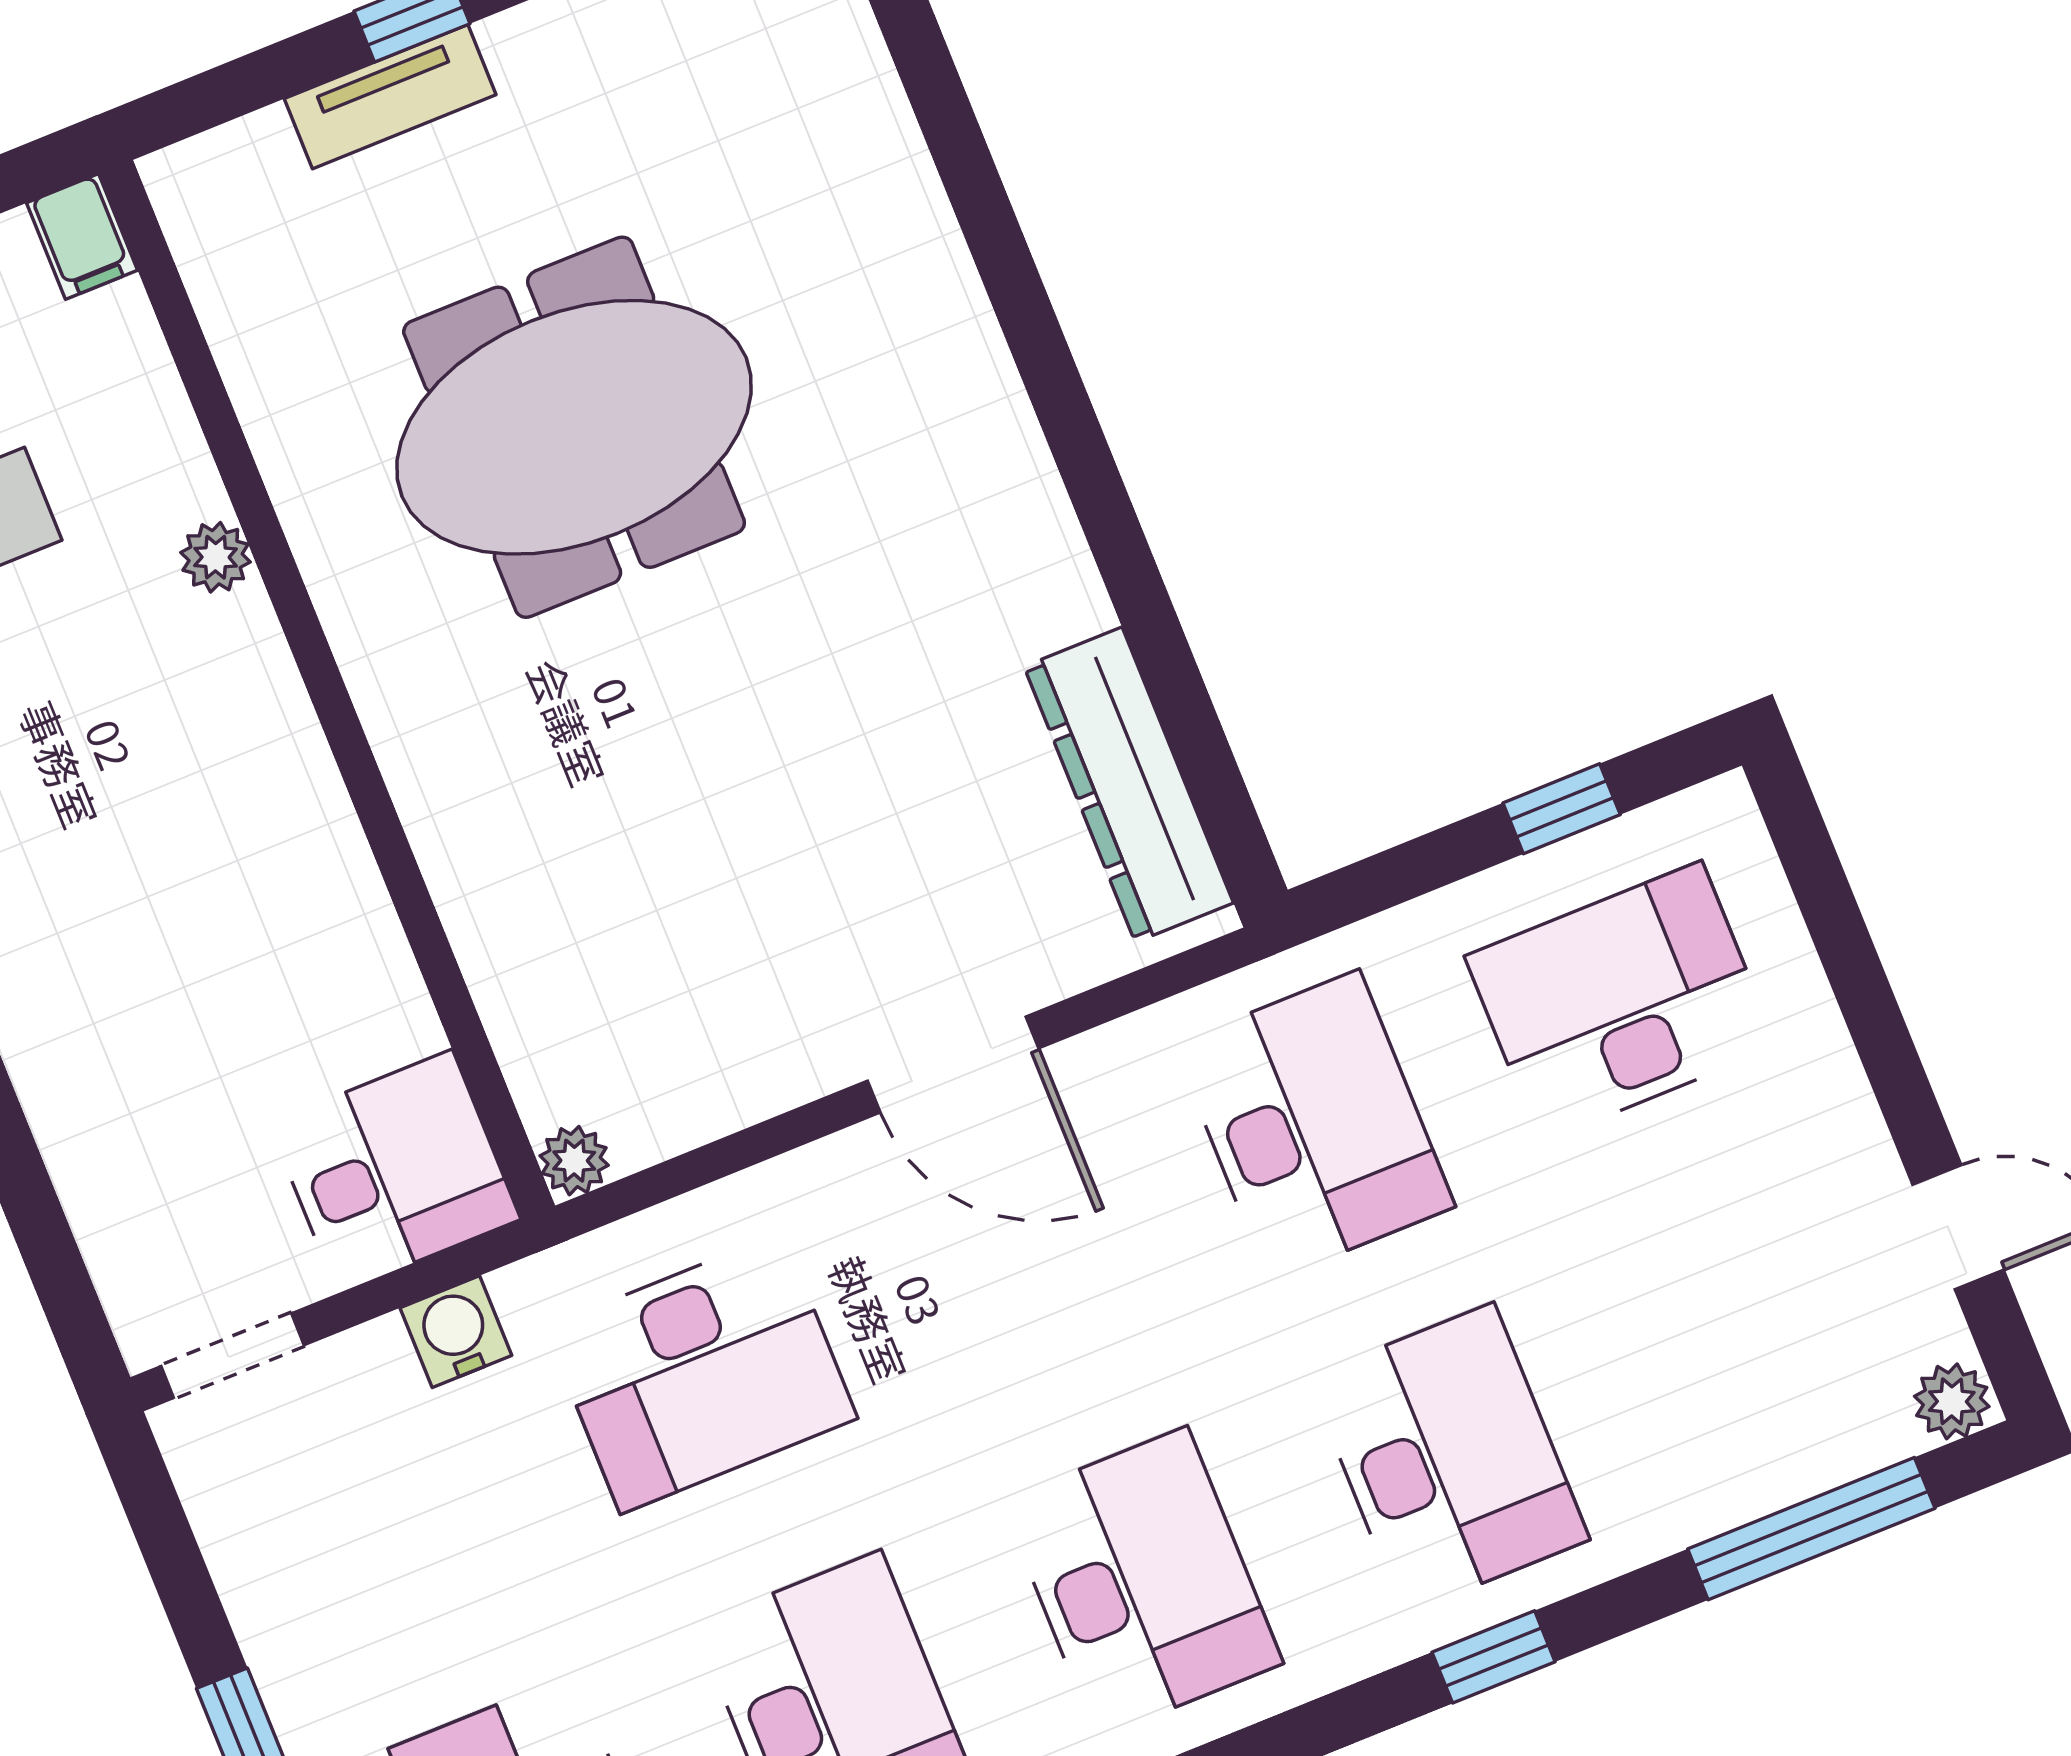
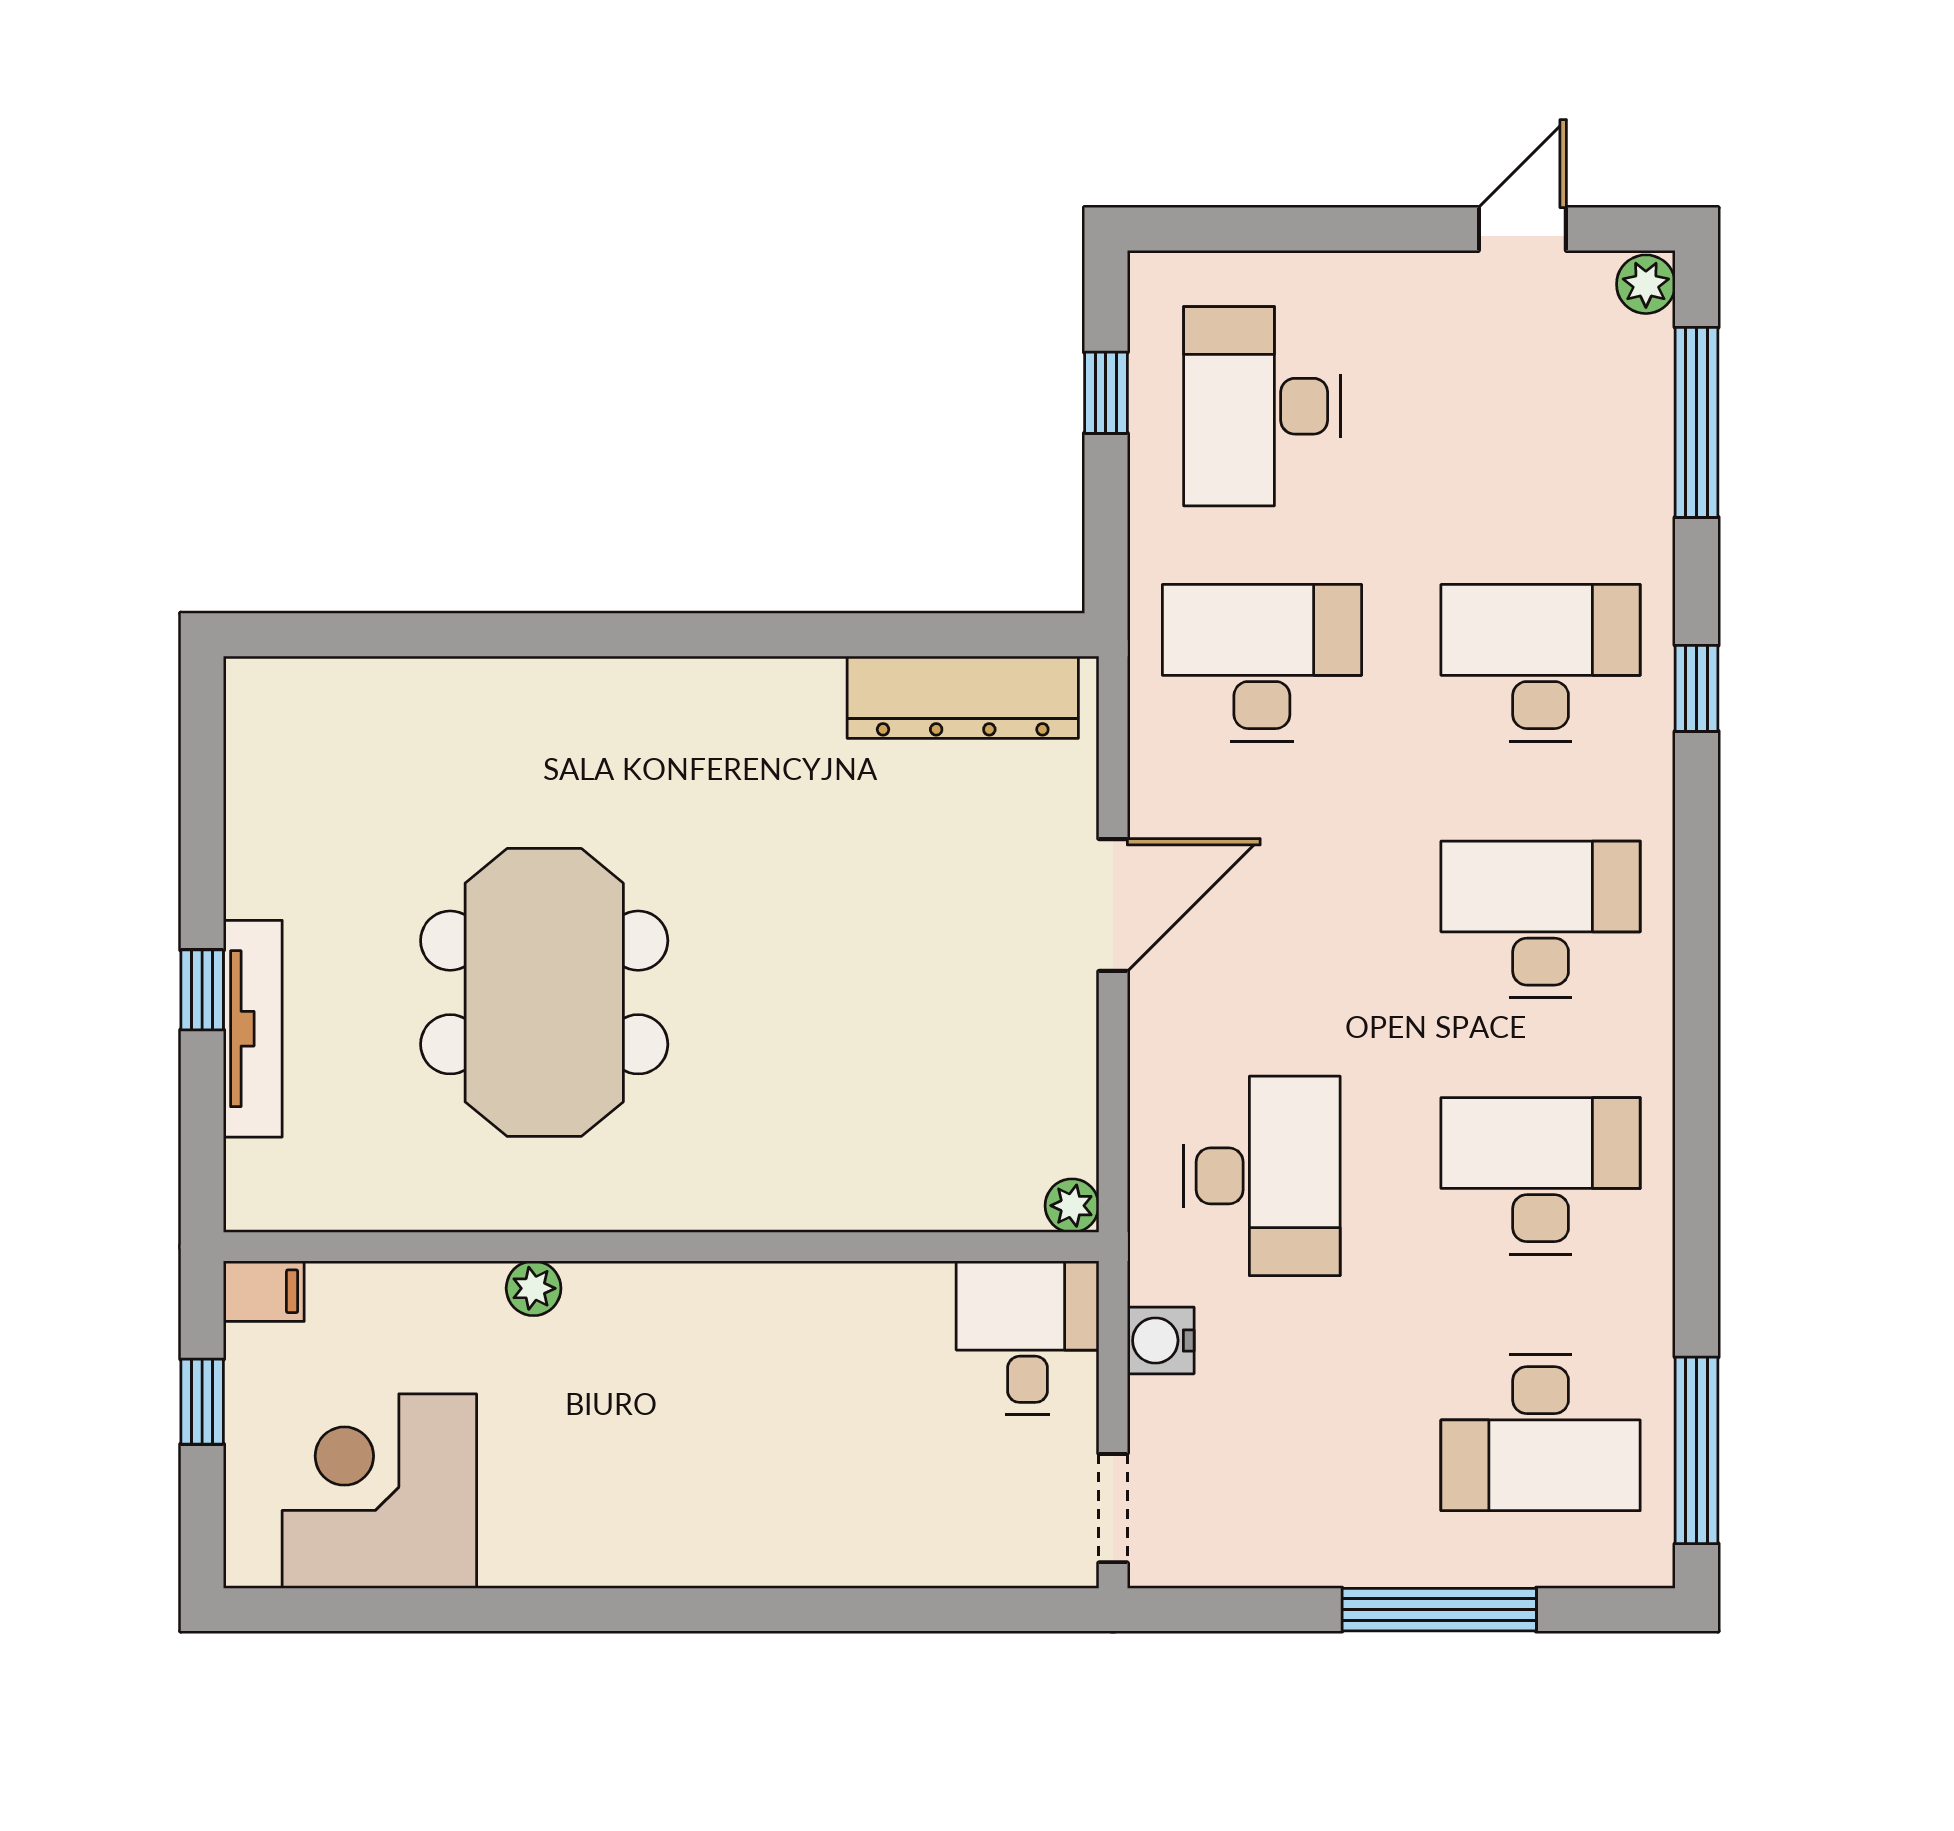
tv unit: (390, 97) -> (253, 1029), width x1.41

